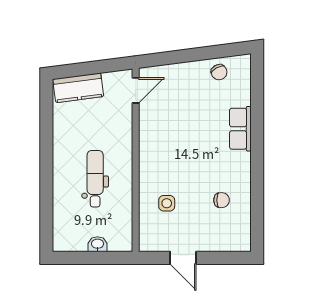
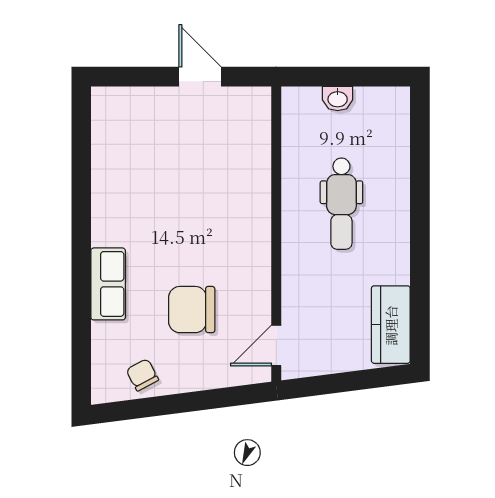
kitchen counter: (78, 88) -> (391, 325), moved, turned -83
chair: (222, 200) -> (192, 310), moved, width x1.87, depth x1.87
side table: (167, 203) -> (226, 164), removed

